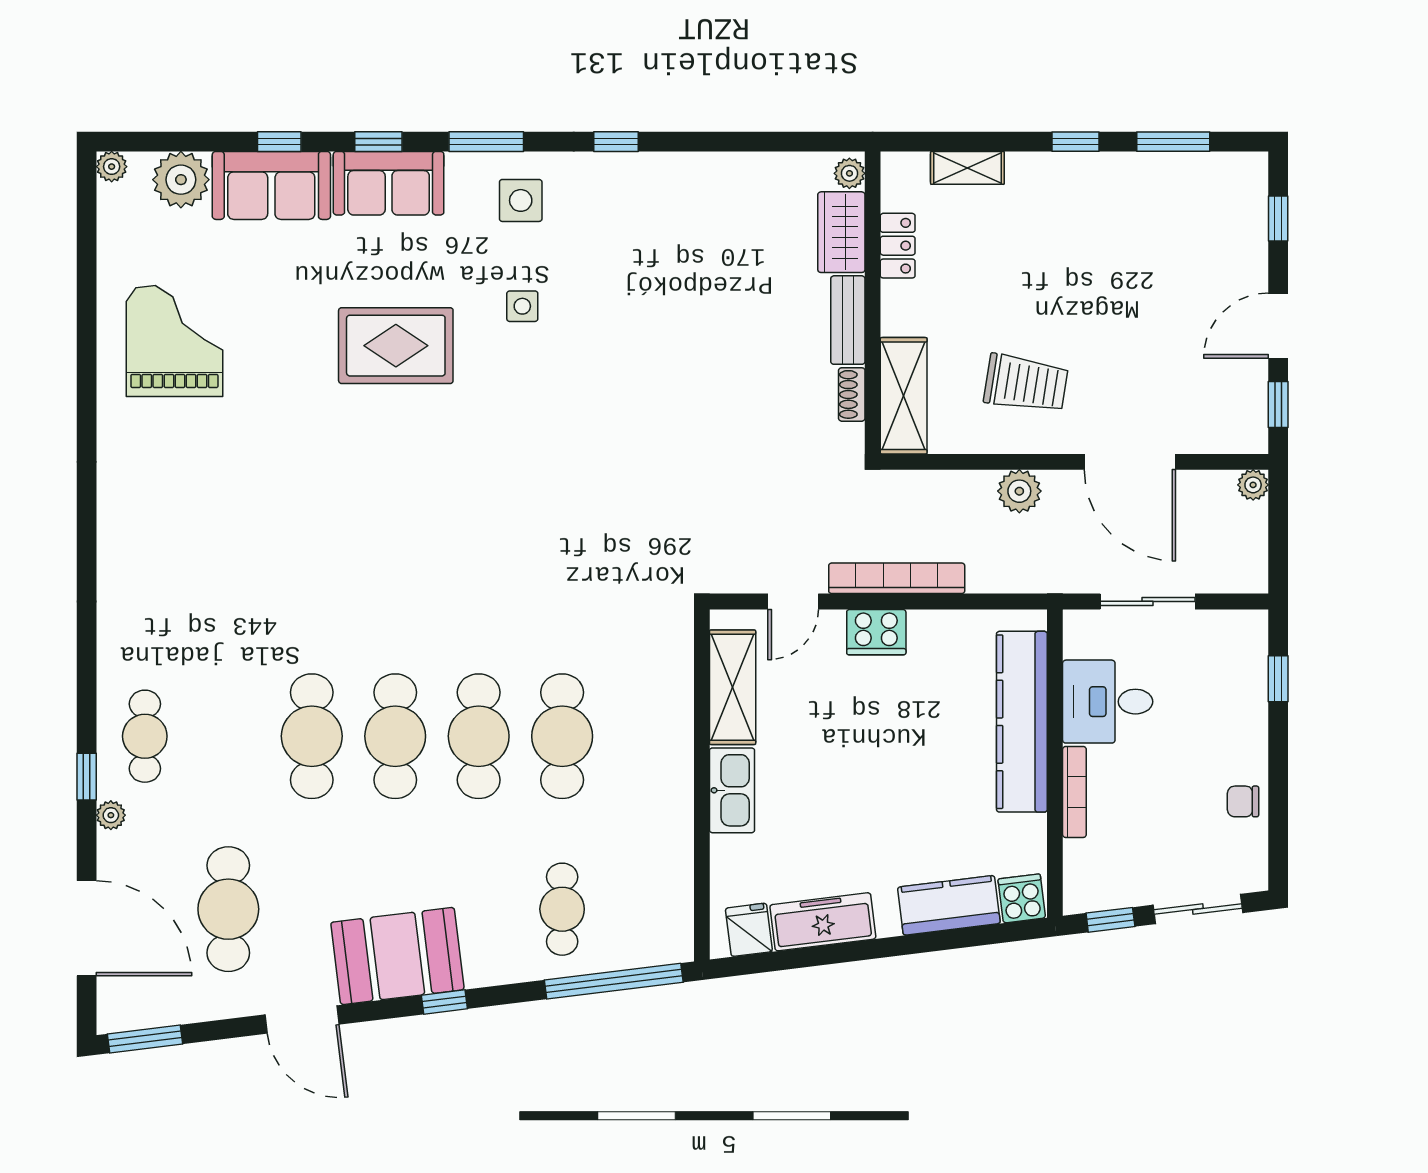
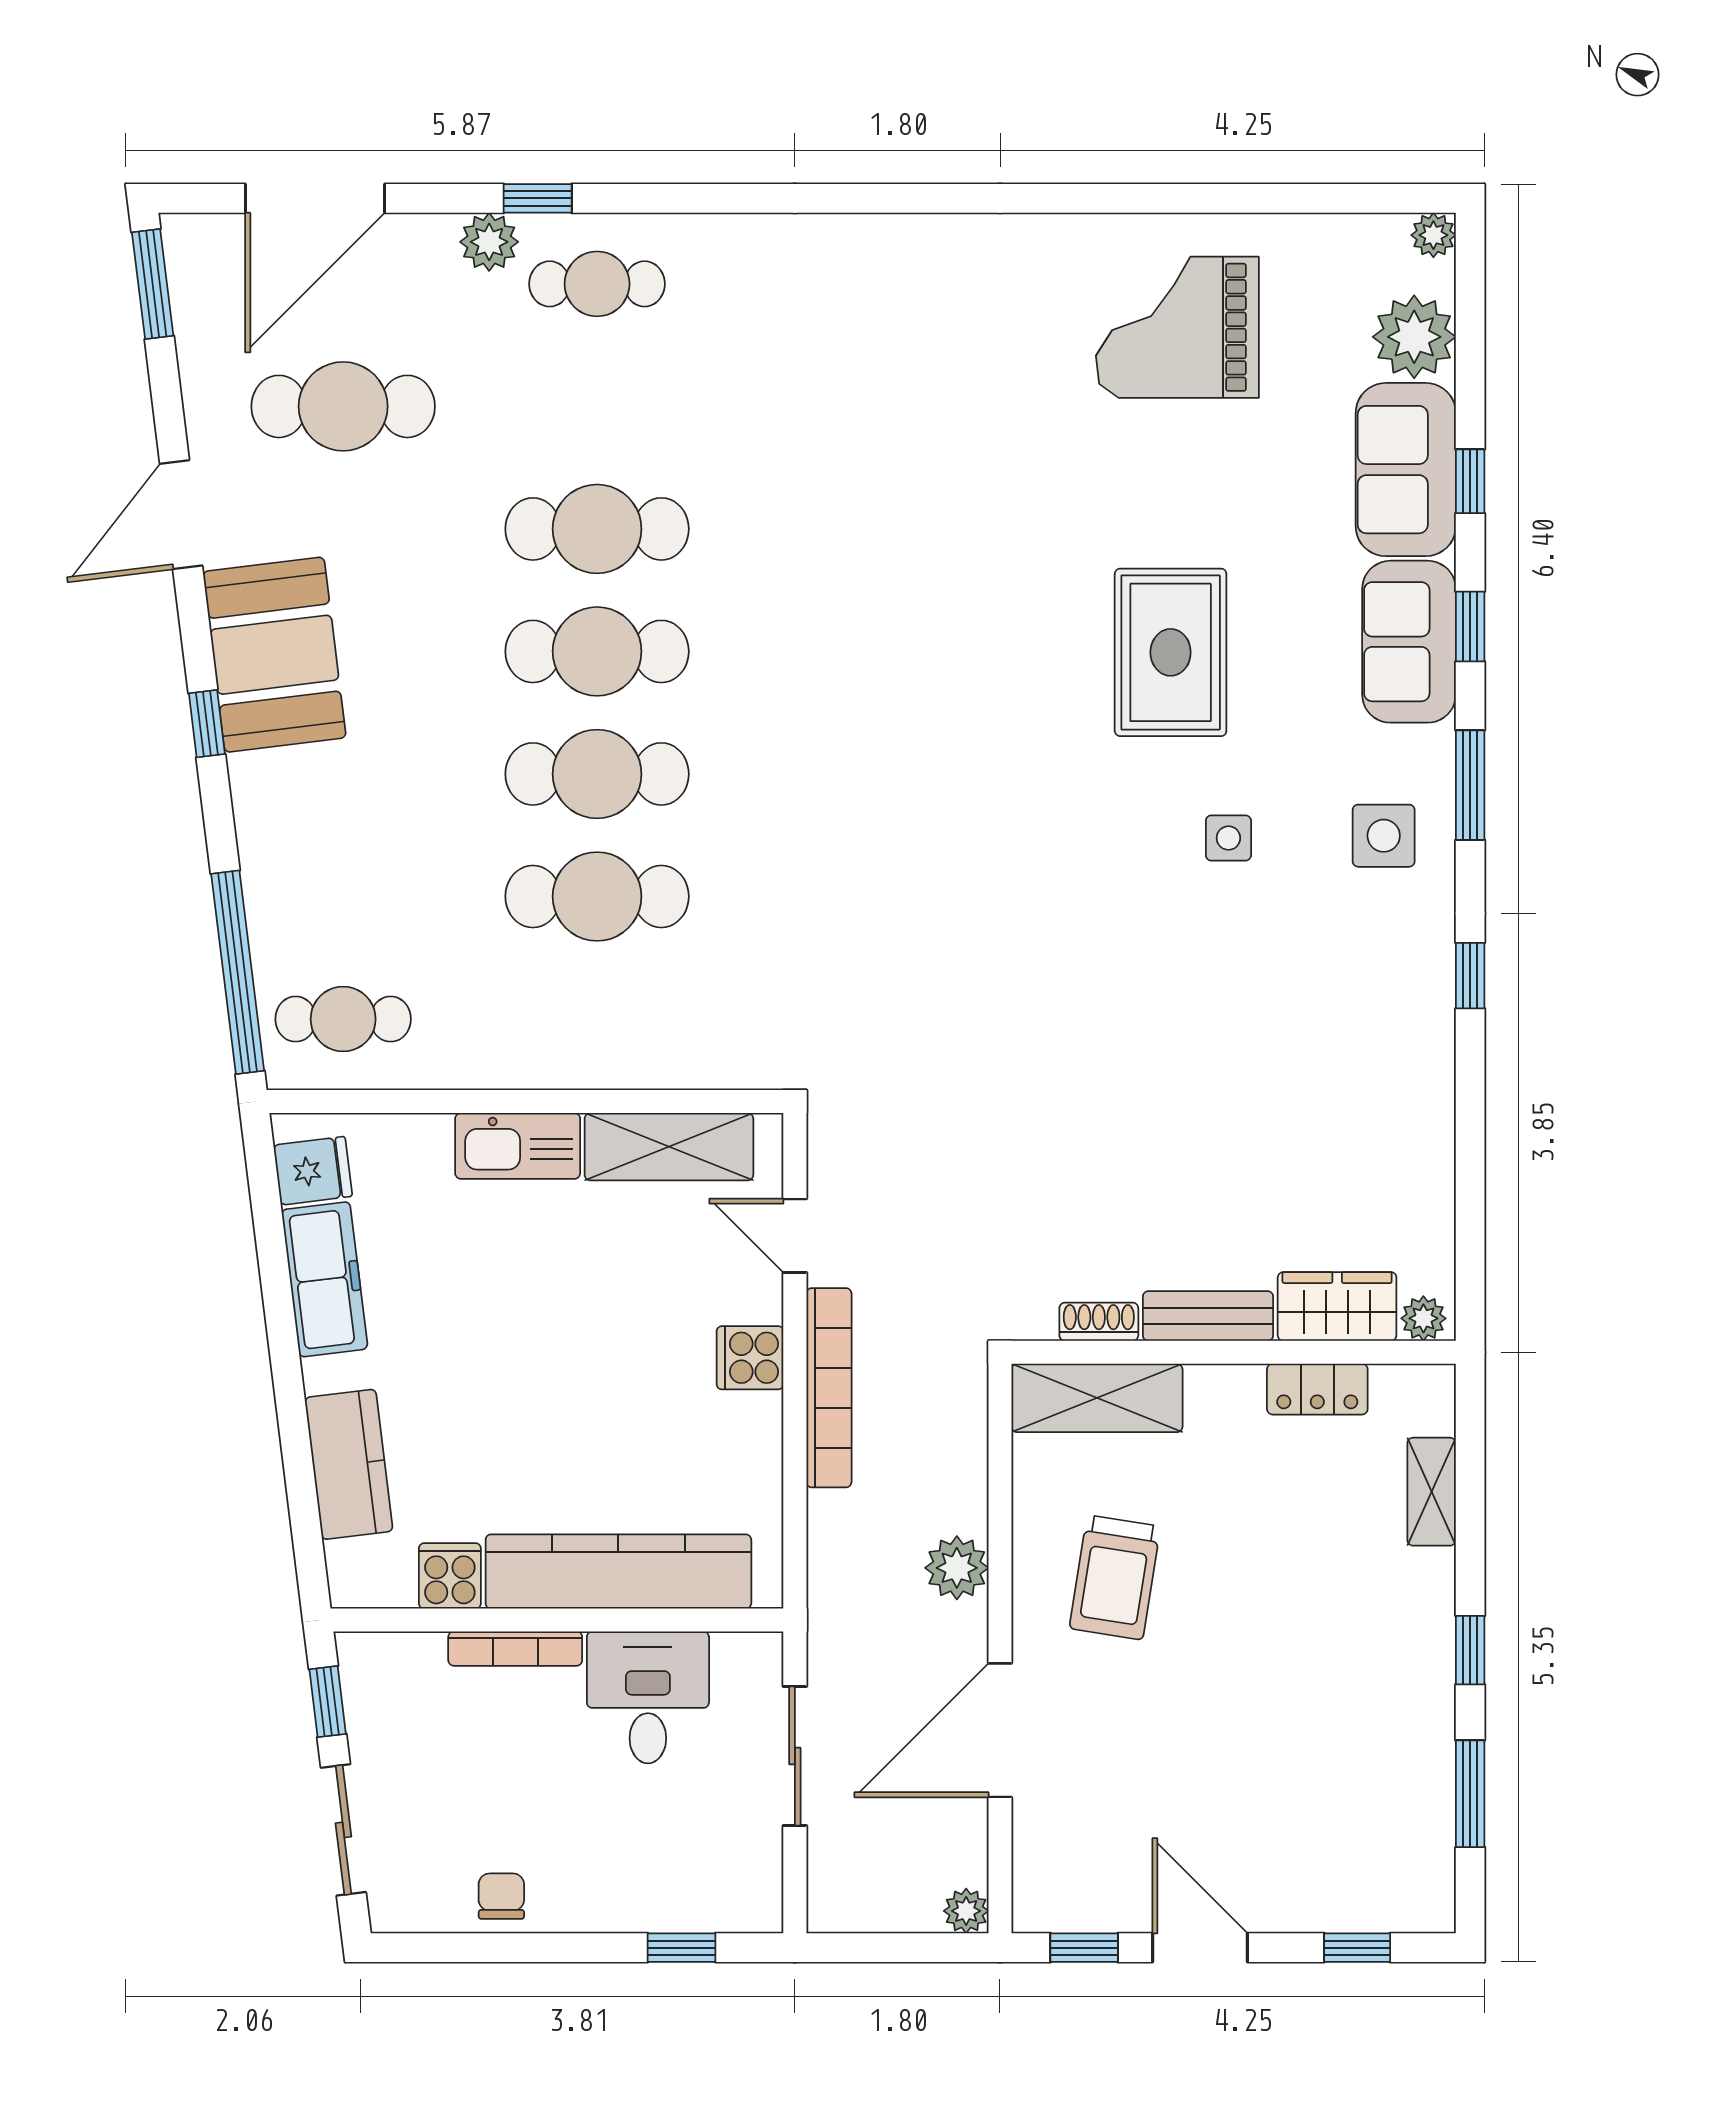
grand piano: (174, 341) -> (1177, 327), turned 180
cooker: (876, 632) -> (750, 1358), width x0.73
plant: (111, 815) -> (489, 242), width x1.38, depth x1.38
cooker: (1022, 898) -> (450, 1576), moved, turned -83
cafe table: (562, 909) -> (343, 1019), moved

